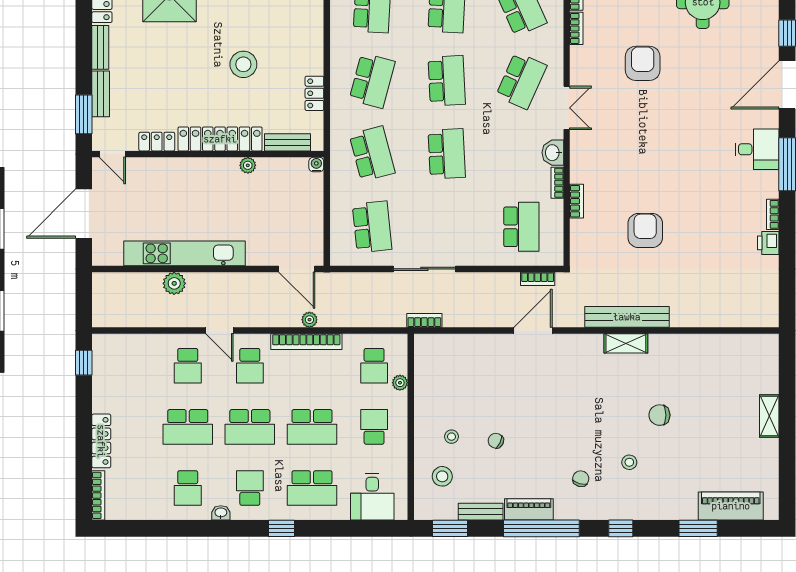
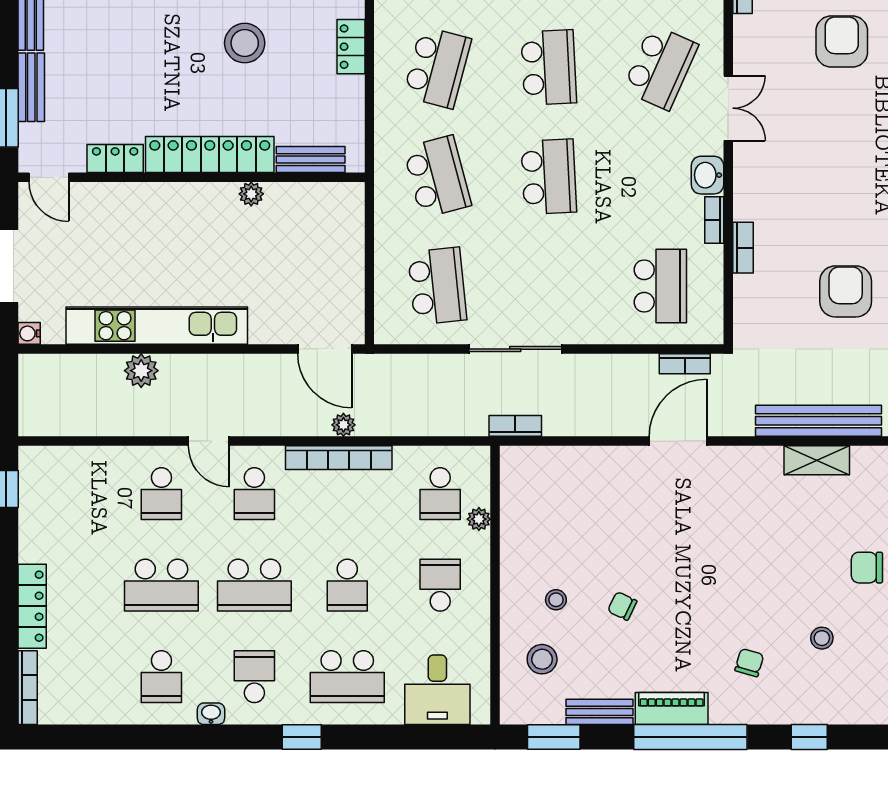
locker: (314, 93) -> (351, 47), moved
water cooler: (316, 165) -> (29, 333), moved, turned -90
school desk: (312, 427) -> (347, 585), width x0.54

